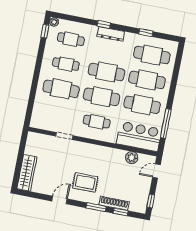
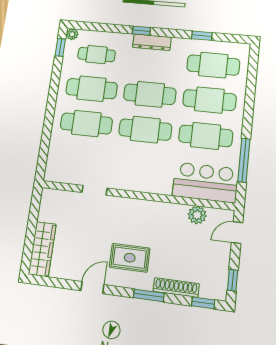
cafe table: (66, 64) -> (92, 89), width x1.37, depth x1.35
cafe table: (97, 122) -> (141, 166), removed
window: (121, 212) -> (203, 303), moved

